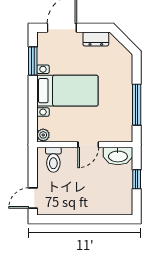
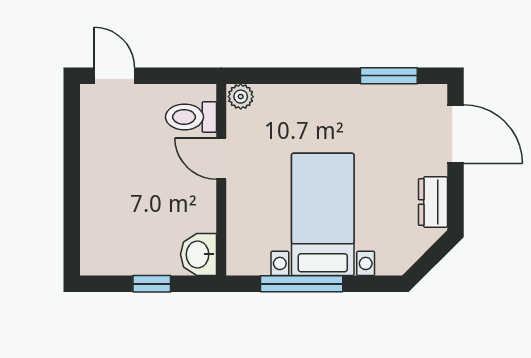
bed with nightstands: (67, 91) -> (323, 214), moved, turned 180
door: (88, 145) -> (221, 159), moved
washbasin: (118, 156) -> (199, 254), width x0.72

